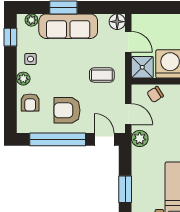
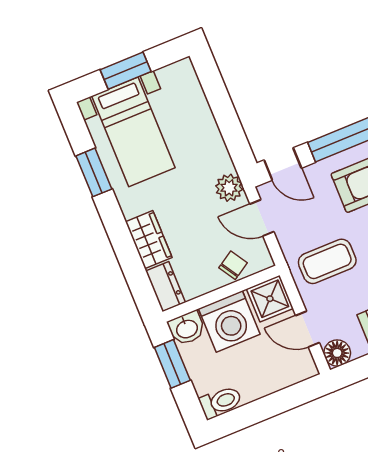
coffee table: (102, 75) -> (327, 261), width x1.36, depth x1.30
window: (125, 189) -> (219, 101), removed

